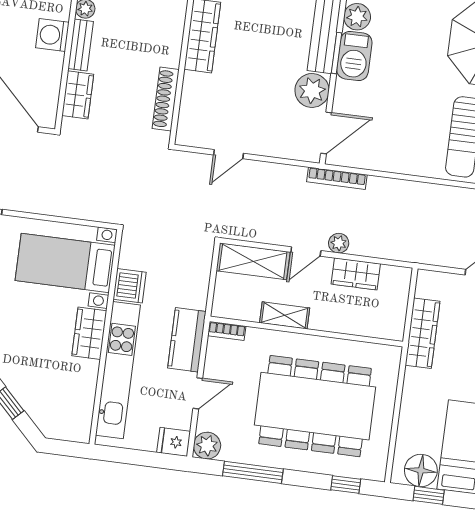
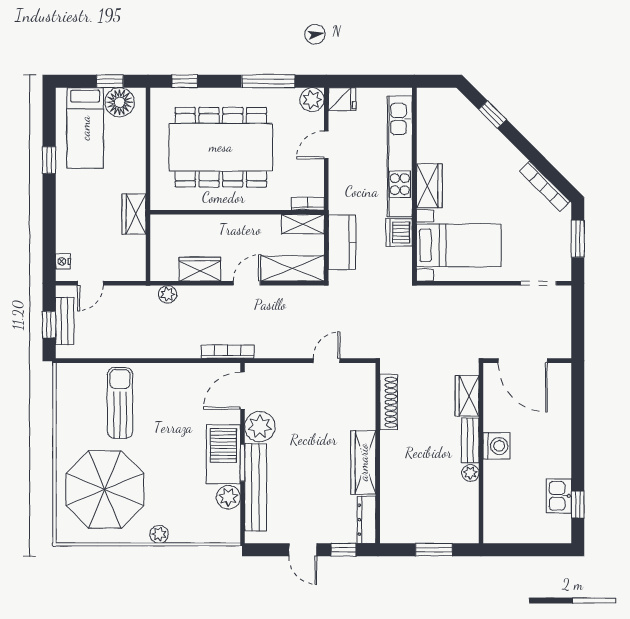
barbecue: (354, 56) -> (223, 454), width x1.37, depth x1.21
plant: (339, 243) -> (168, 294), moved
shelving: (285, 315) -> (303, 224), moved
wardrobe: (422, 333) -> (134, 214), width x0.67
kitchen counter: (187, 340) -> (342, 242), moved

